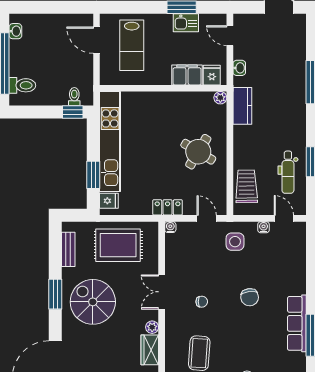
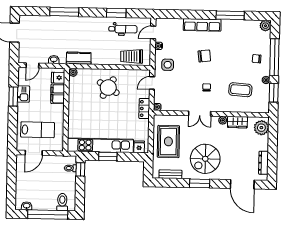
window: (93, 175) -> (108, 156), moved
row of seats: (297, 323) -> (202, 25), moved

